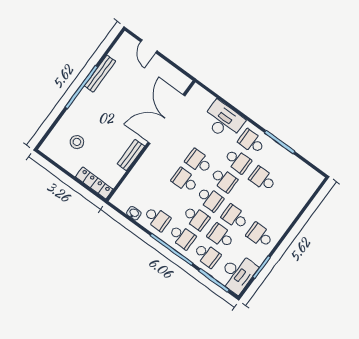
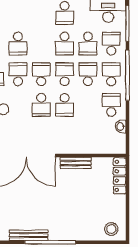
stool: (77, 142) -> (111, 229), moved

